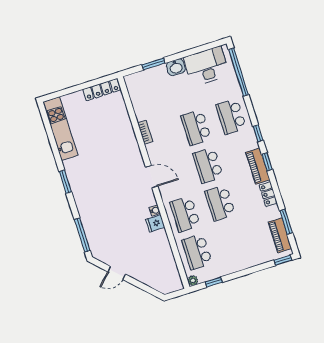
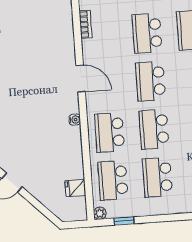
fridge: (155, 223) -> (75, 188), moved
school desk: (232, 241) -> (157, 177), added

